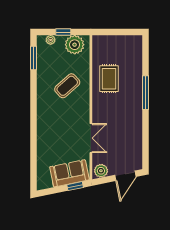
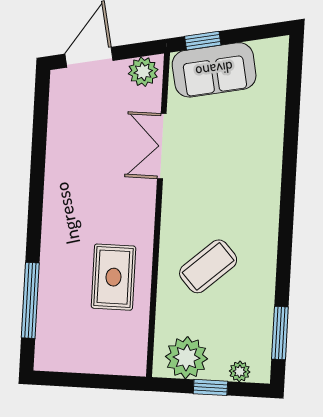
window: (145, 93) -> (30, 300), moved

